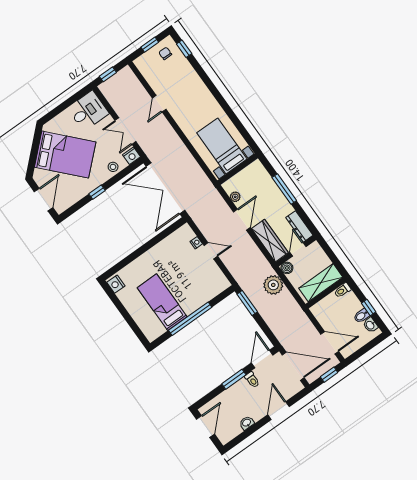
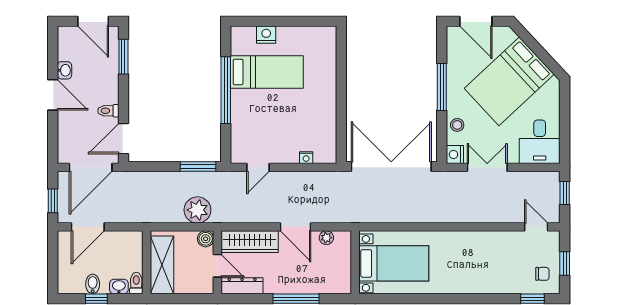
door: (159, 104) -> (536, 227), moved
window: (97, 192) -> (442, 87), width x2.17
door: (211, 251) -> (258, 167), moved
nightstand: (116, 284) -> (266, 35), moved
washbasin: (370, 325) -> (119, 287), moved
door: (262, 359) -> (123, 139), swing flipped
window: (234, 379) -> (123, 57), moved
door: (279, 411) -> (53, 95), moved

